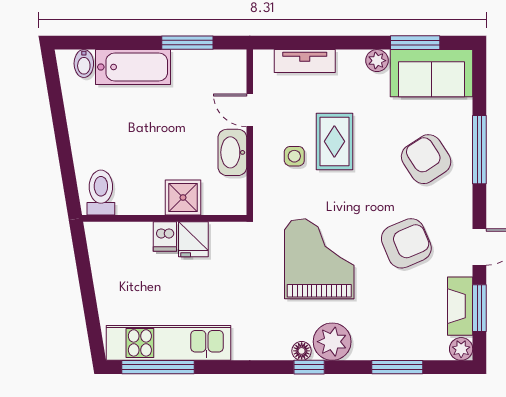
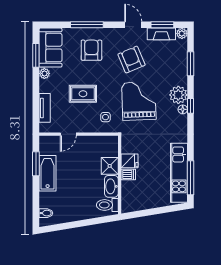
bathtub: (133, 67) -> (48, 173), moved
washbasin: (232, 152) -> (111, 186), moved, turned 90
side table: (294, 156) -> (106, 117), moved
armchair: (426, 159) -> (91, 50), turned 123
grand piano: (319, 259) -> (139, 101), turned 88

